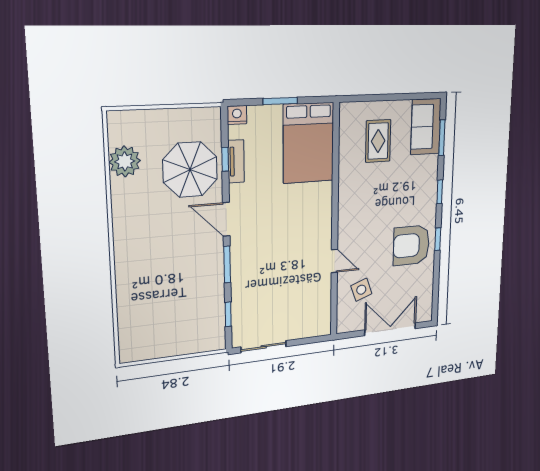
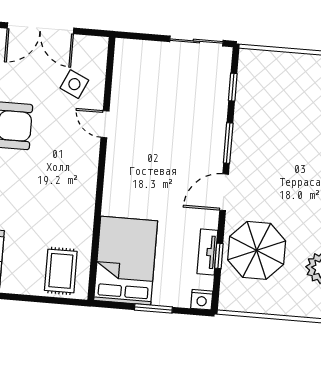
rug: (378, 141) -> (61, 271), moved
door: (226, 219) -> (224, 192), swing flipped
side table: (361, 290) -> (74, 84), turned 45

